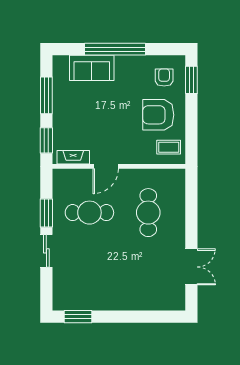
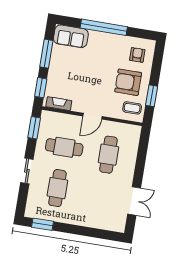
sofa: (92, 68) -> (71, 36), moved
window: (191, 80) -> (152, 96), moved
door: (106, 166) -> (92, 116), moved
window: (46, 213) -> (34, 128), moved
cafe table: (89, 267) -> (57, 188), added

